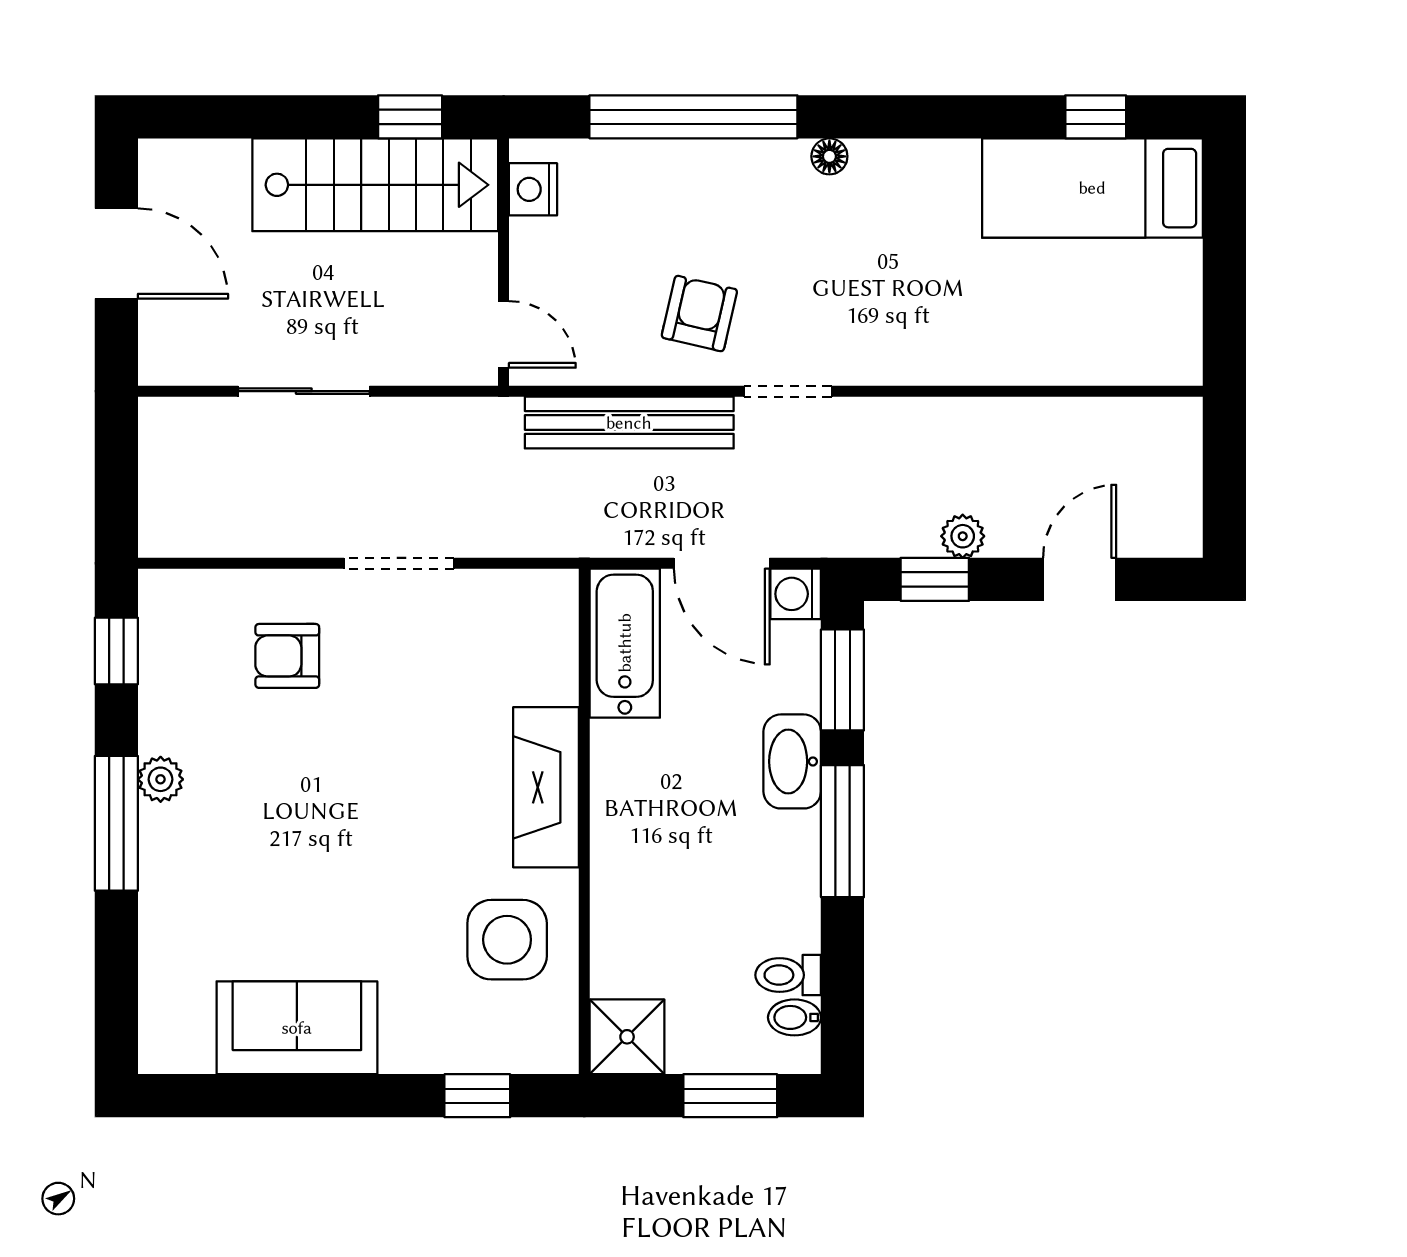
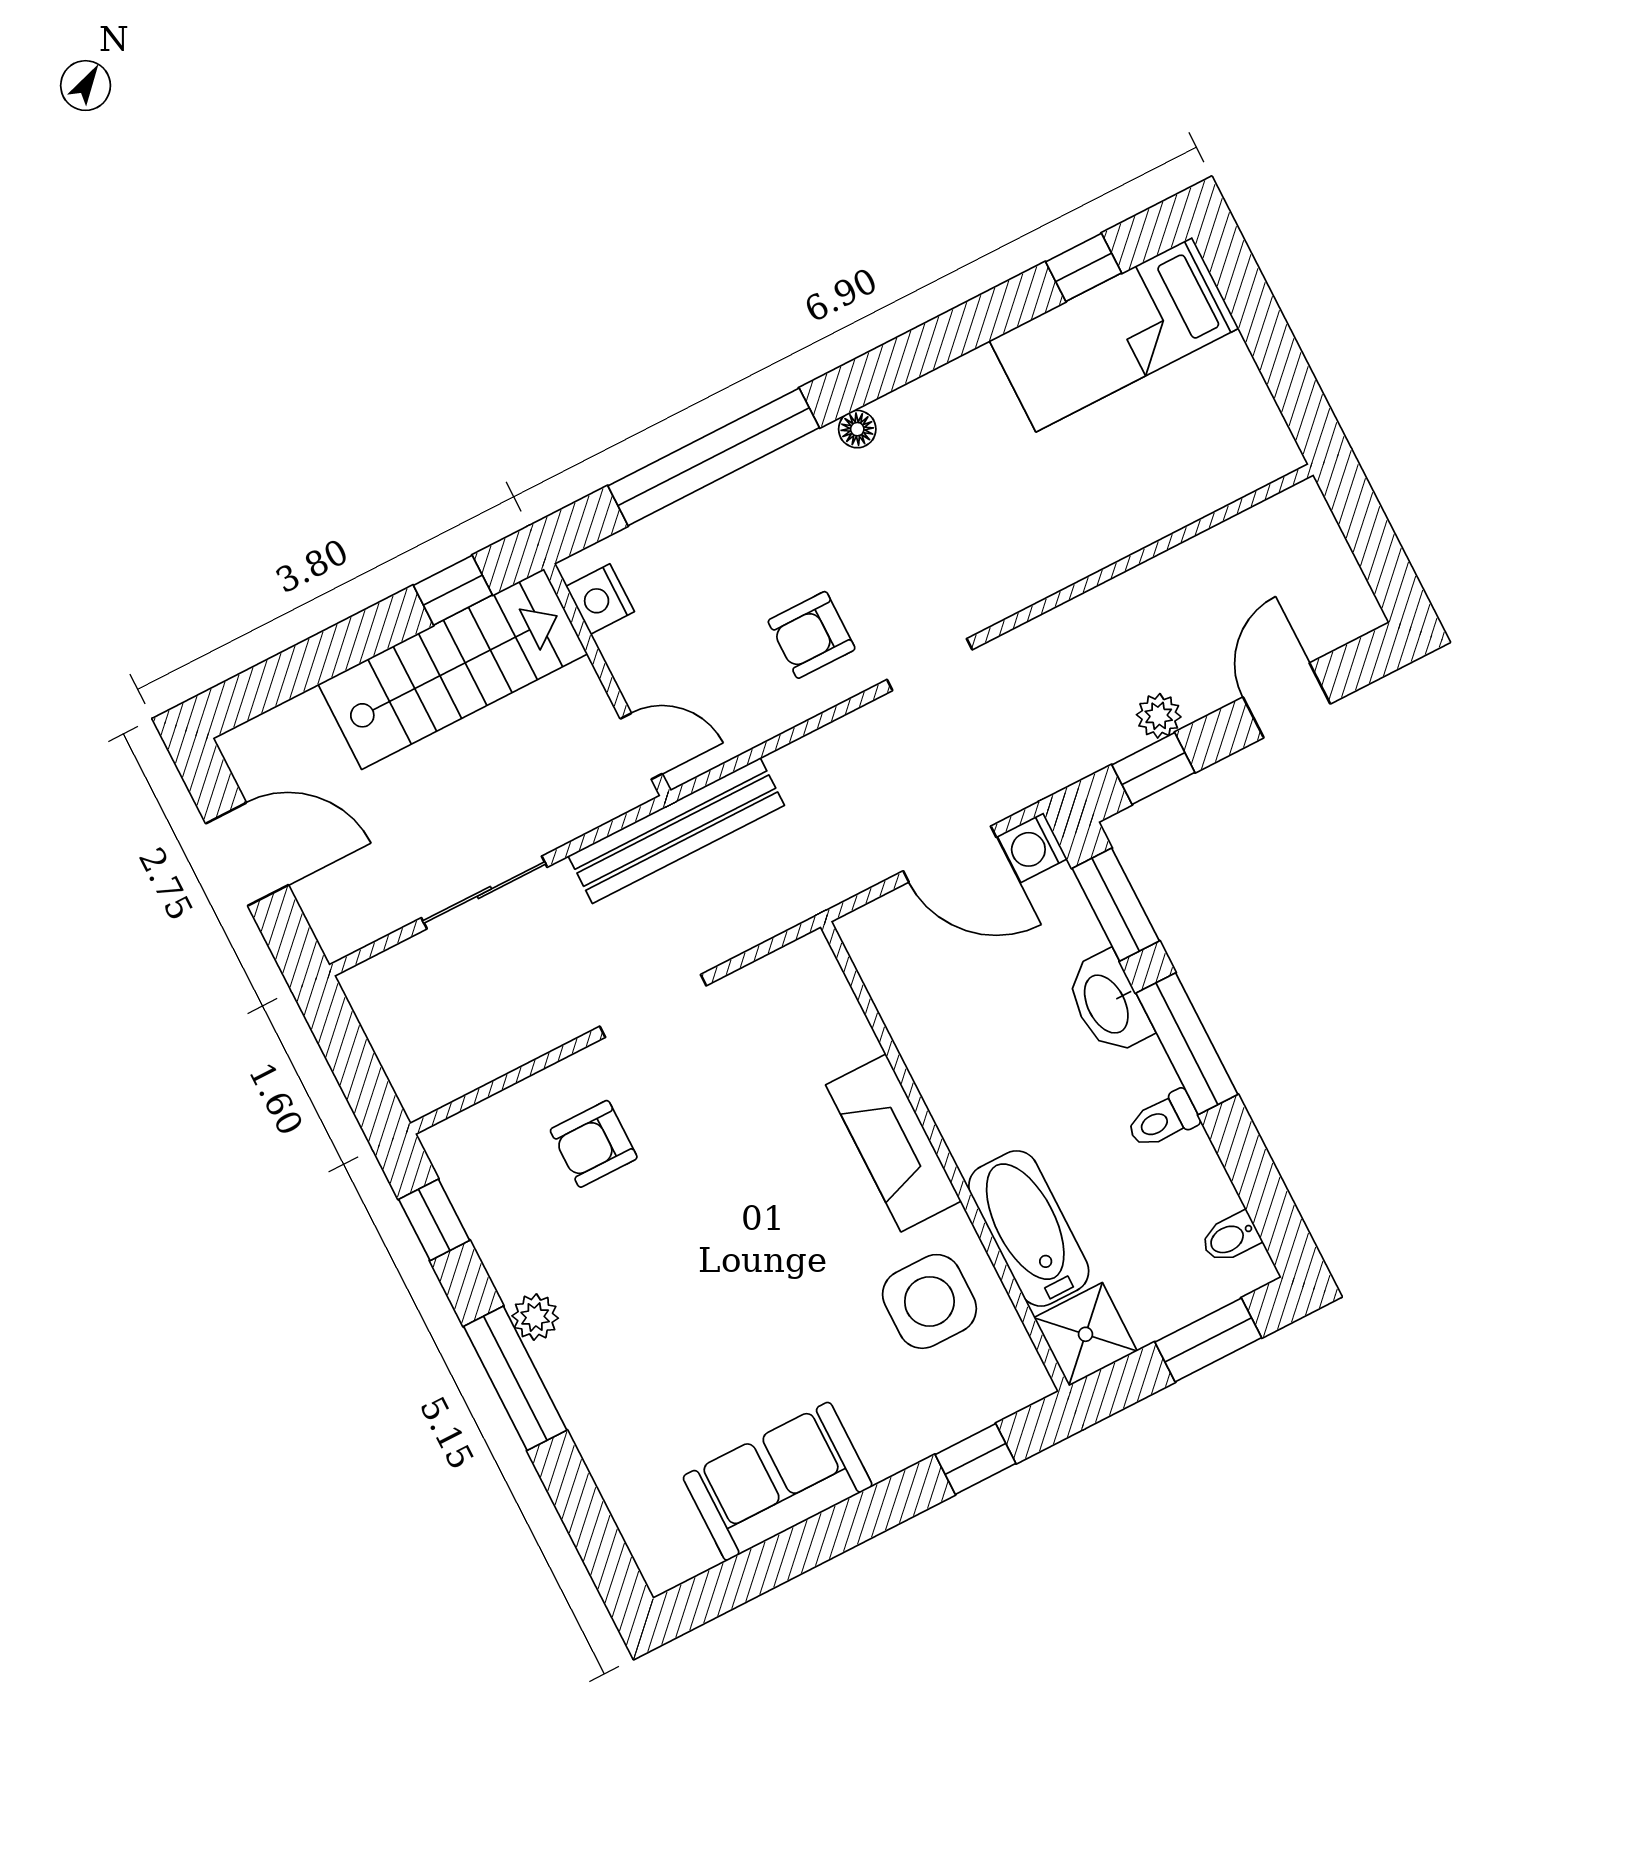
armchair: (699, 314) -> (812, 635), turned -103
bench: (629, 423) -> (676, 831), moved
bathtub: (625, 643) -> (1029, 1228), moved
toilet: (788, 975) -> (1163, 1120), moved

